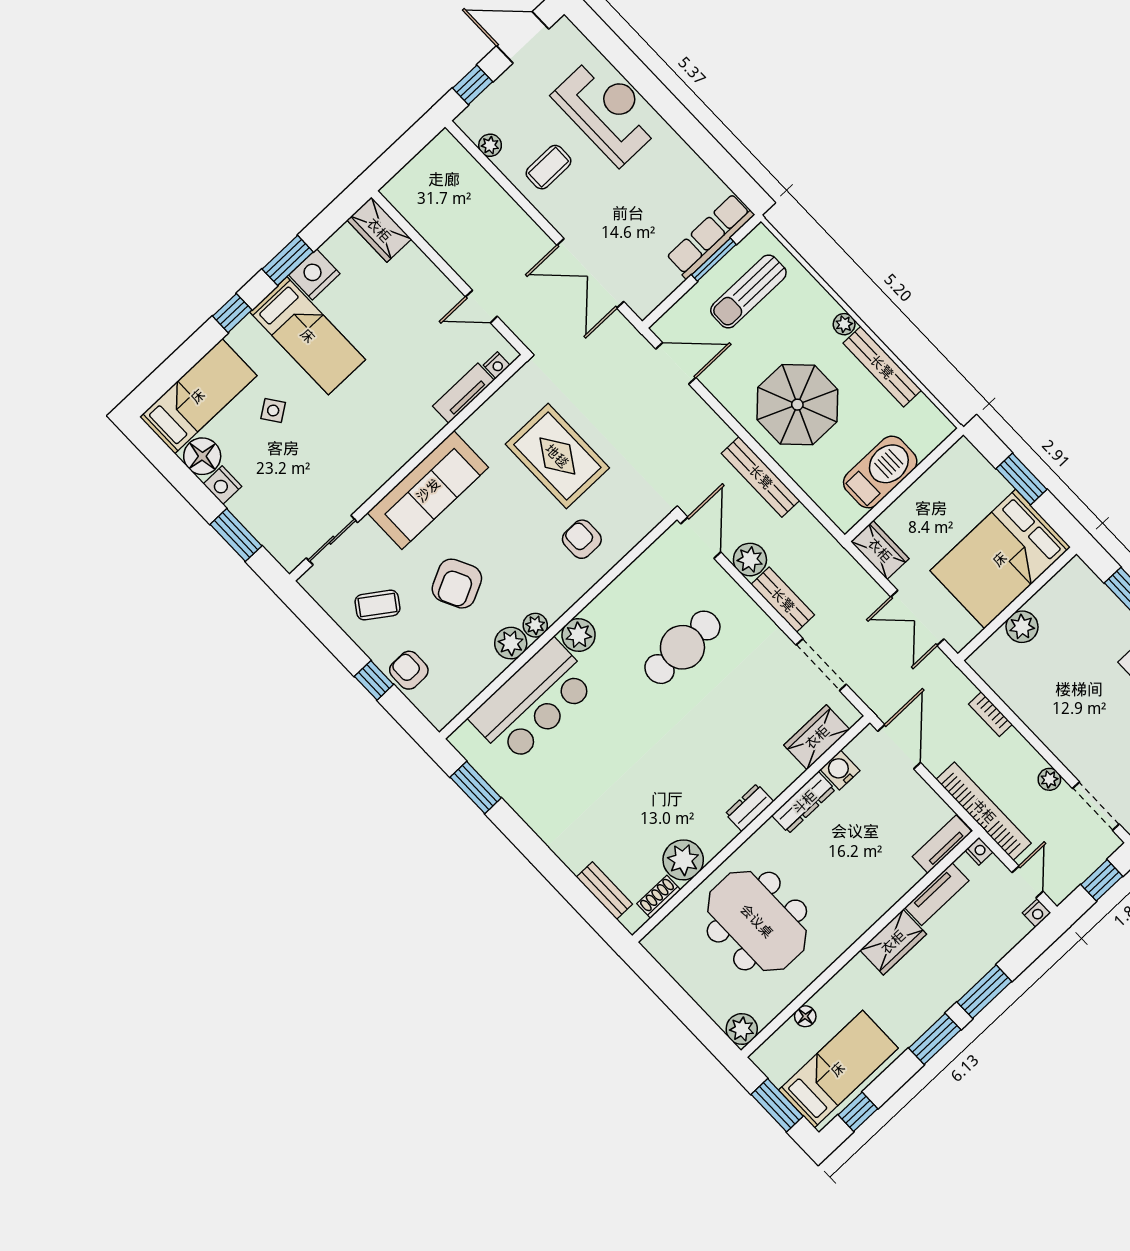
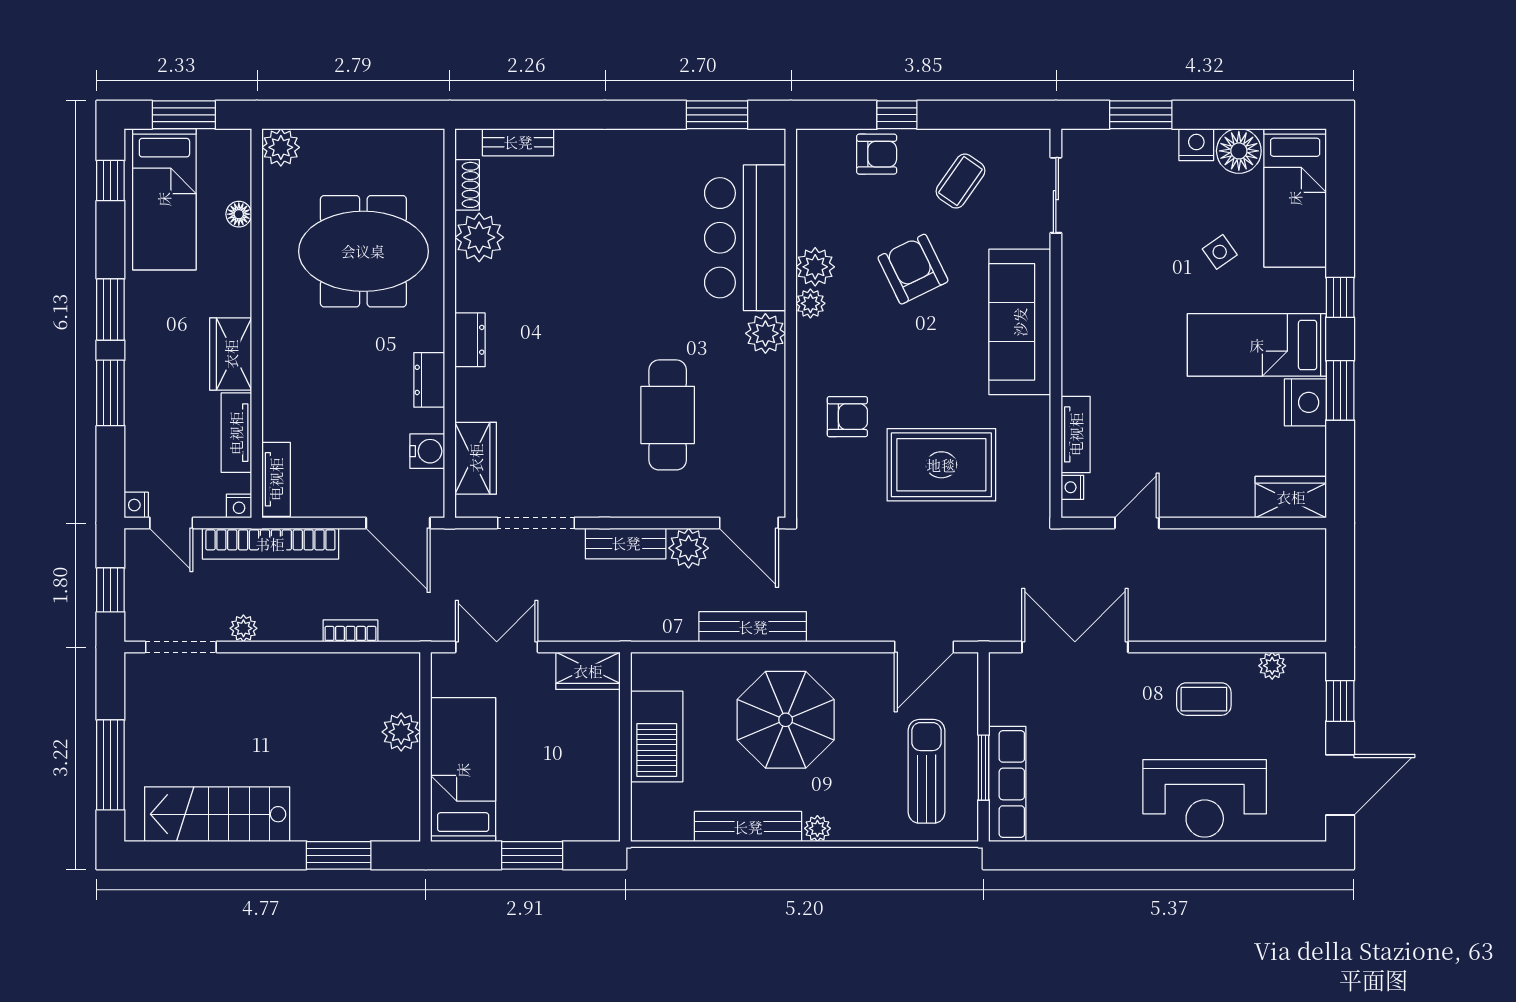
coffee table: (549, 167) -> (1204, 699), turned 90
bed: (1000, 559) -> (463, 770), width x0.67
dresser: (804, 802) -> (429, 380), width x0.70

